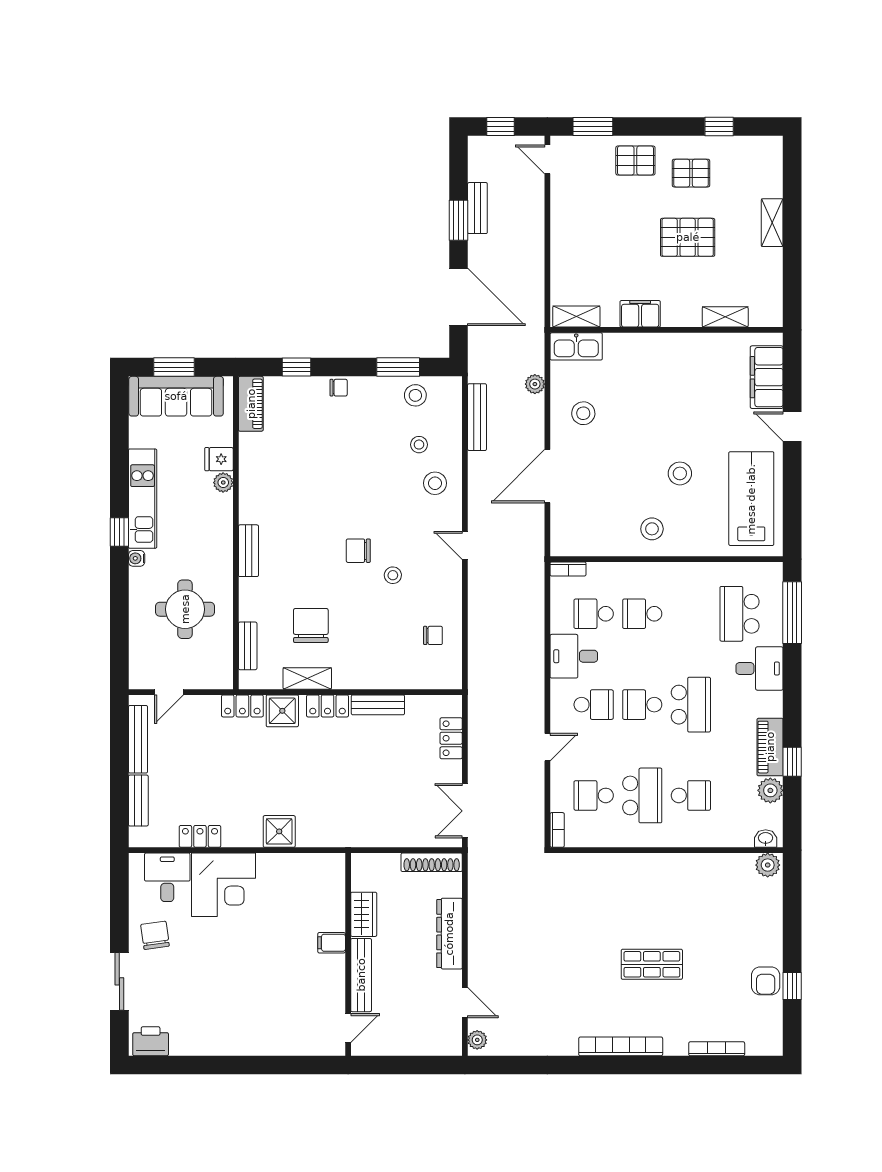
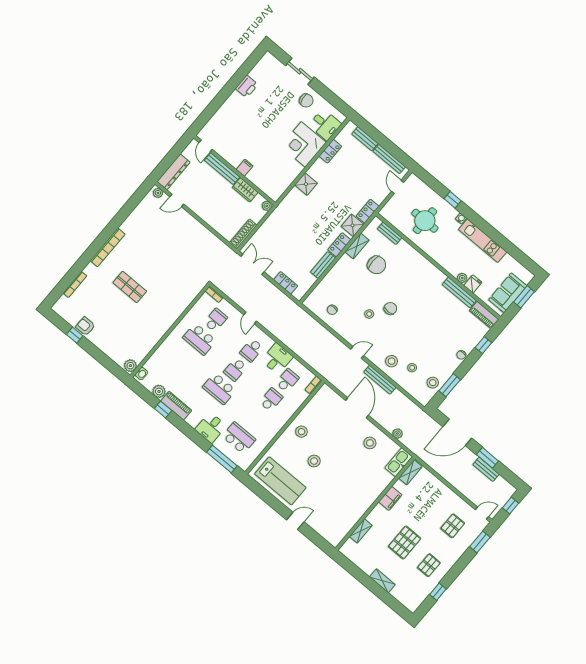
pallet: (635, 161) -> (453, 526), moved
filing cabinet: (767, 377) -> (323, 527), removed
sofa: (176, 396) -> (508, 293), width x0.73
bench: (477, 417) -> (380, 380), moved
window: (119, 532) -> (453, 200), moved
bench: (248, 551) -> (459, 292), moved, width x1.36
school desk: (642, 705) -> (235, 369), turned 180
school desk: (691, 795) -> (183, 358), removed
plant: (360, 862) -> (267, 206), added
dresser: (449, 934) -> (173, 172), moved, turned 90
shop shelf: (652, 964) -> (130, 287), turned 90
printer: (151, 1041) -> (247, 86), moved

